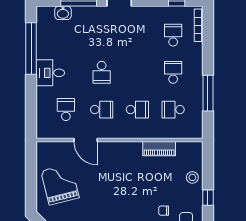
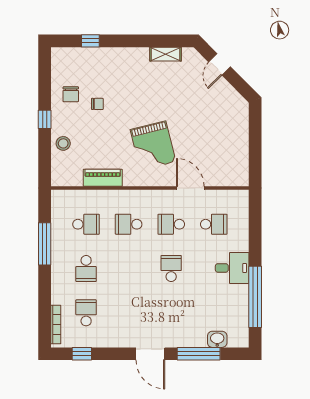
school desk: (173, 35) -> (86, 313), turned 180
school desk: (66, 110) -> (214, 224), turned -90
grand piano: (60, 184) -> (153, 146), moved

